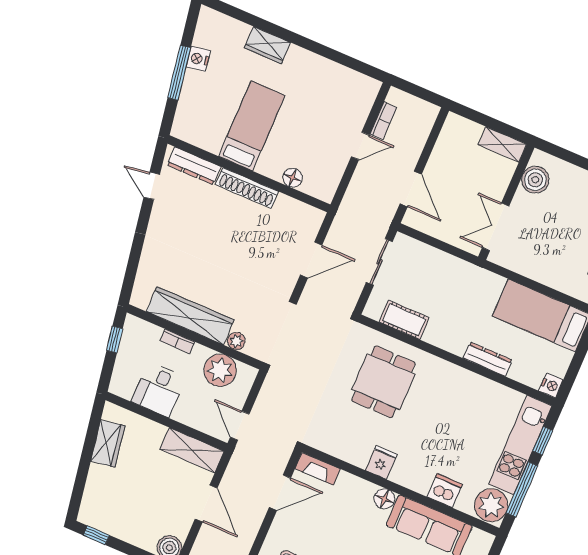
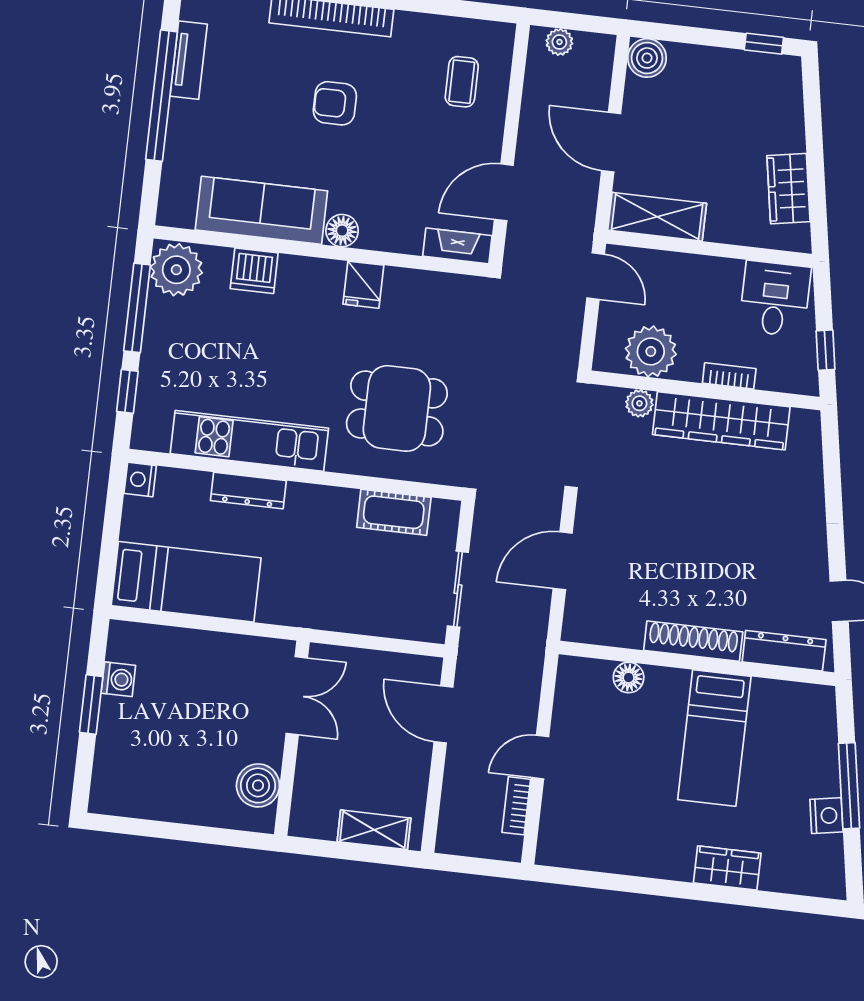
shelving: (502, 144) -> (374, 830), moved
dining table: (383, 382) -> (397, 408), turned 90
desk: (159, 389) -> (775, 299), moved
kitchen unit: (520, 445) -> (249, 441), moved, turned -90

